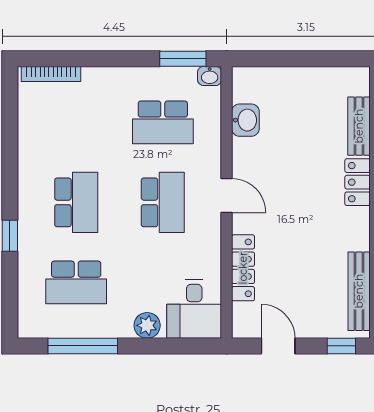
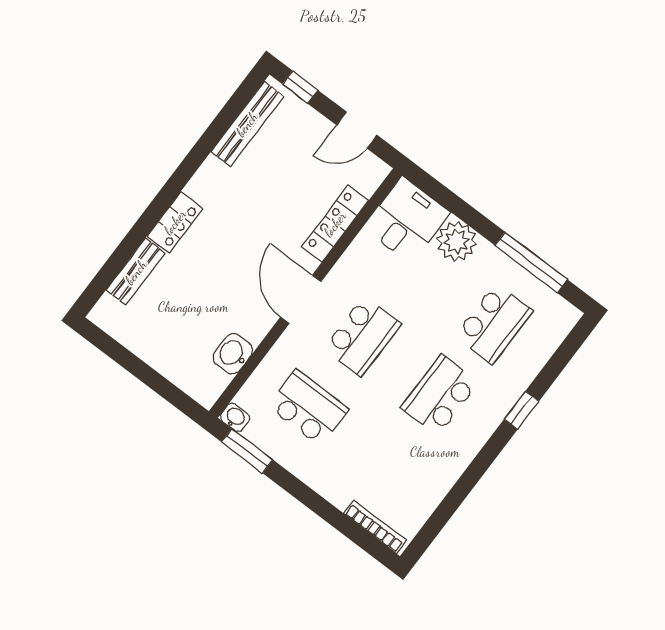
door: (227, 195) -> (301, 299), width x1.38
school desk: (163, 202) -> (362, 336), turned 180
school desk: (76, 282) -> (494, 324), turned 90
plant: (147, 325) -> (457, 241), width x1.36, depth x1.36
door: (278, 346) -> (357, 130), hinge flipped

